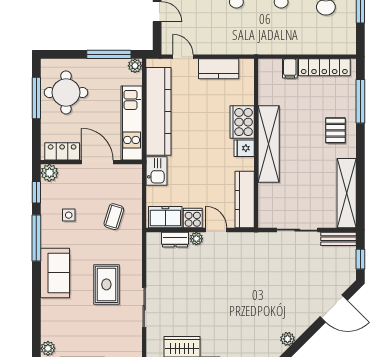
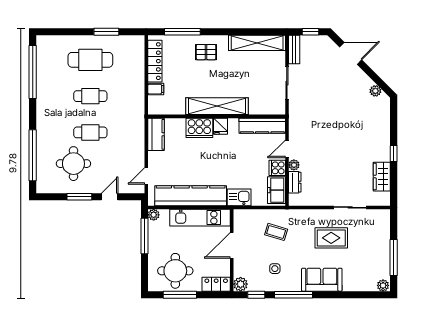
kitchen counter: (219, 69) -> (156, 134), moved
locker: (62, 151) -> (216, 284), moved, turned 90
door: (334, 309) -> (351, 53), hinge flipped

